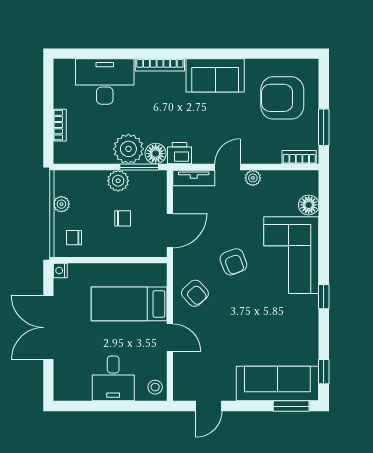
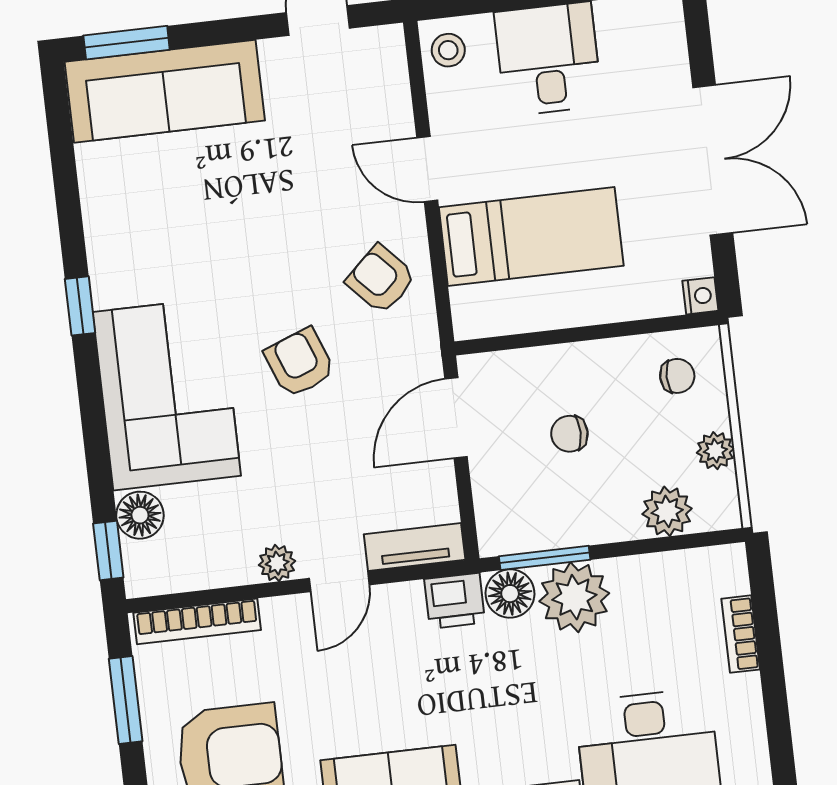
bookcase: (299, 157) -> (197, 621), width x1.56
plant: (118, 181) -> (667, 511), moved
window: (324, 372) -> (108, 550), moved

